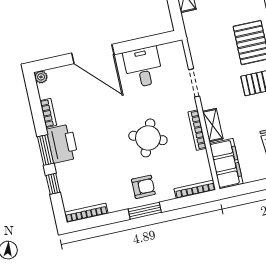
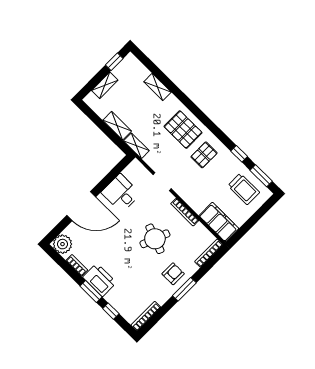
plant: (41, 77) -> (62, 244), width x1.88, depth x1.88
shelving: (213, 125) -> (136, 146), moved

